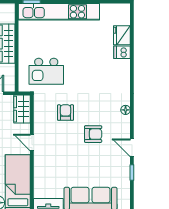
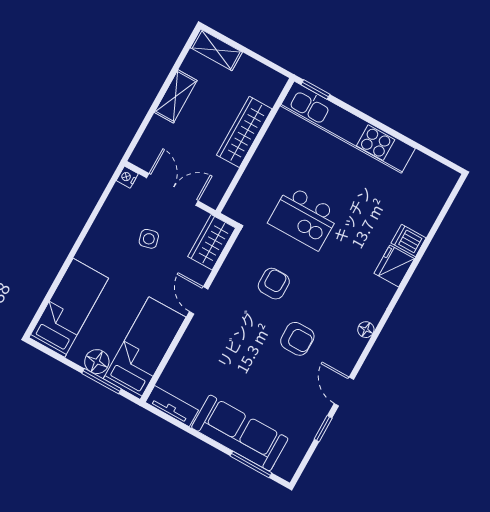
fridge: (122, 35) -> (394, 266), moved
kitchen island: (46, 71) -> (304, 218), moved

